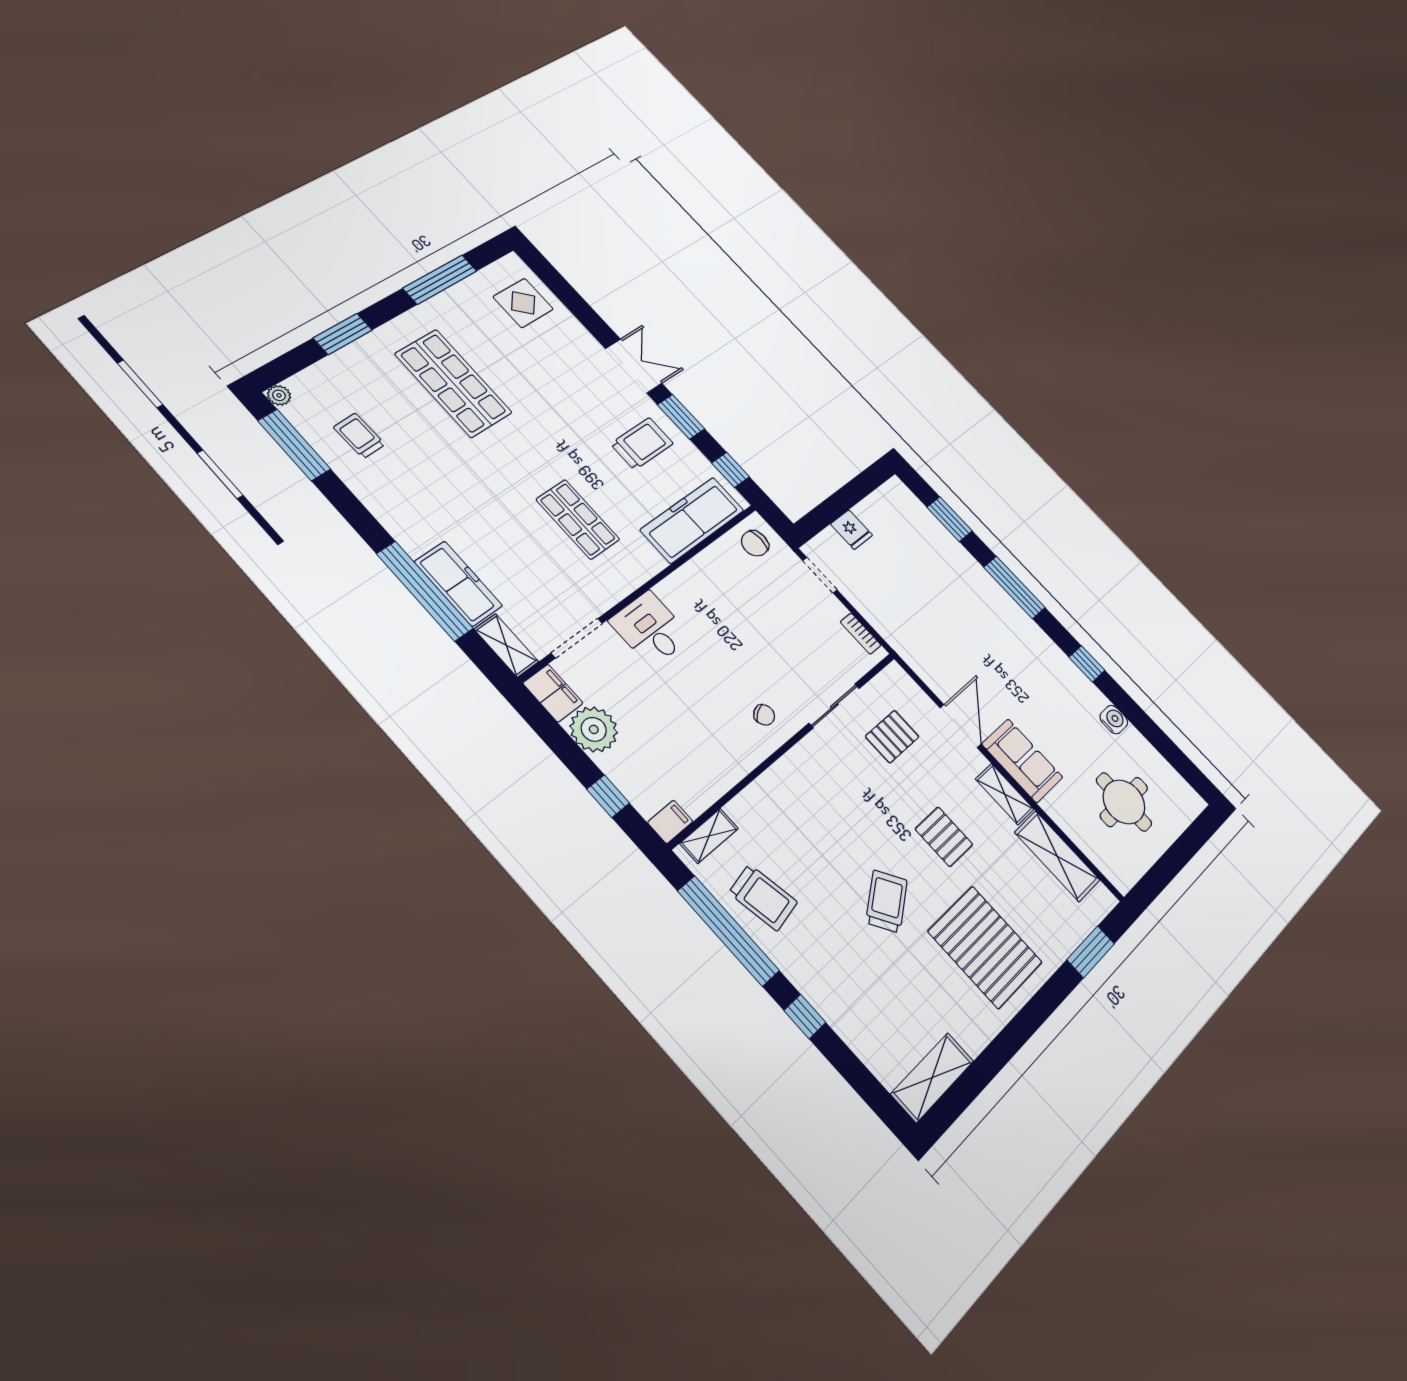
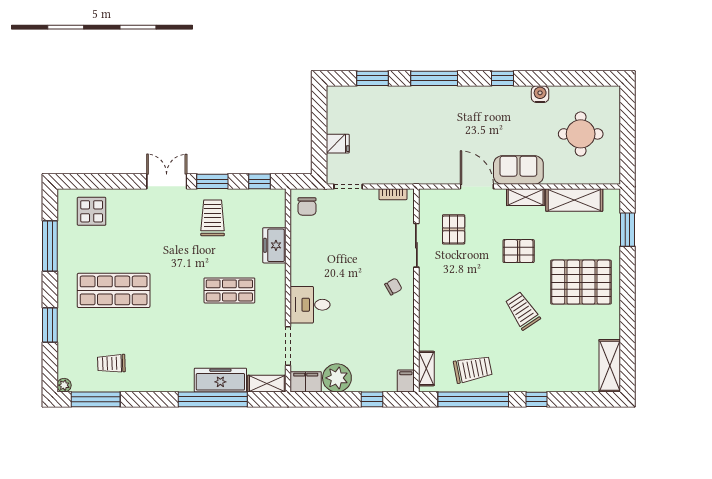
freezer: (692, 520) -> (274, 245), width x0.52, depth x0.79

